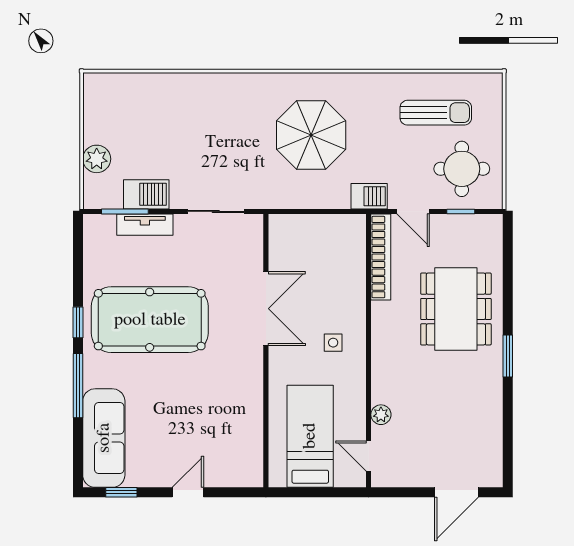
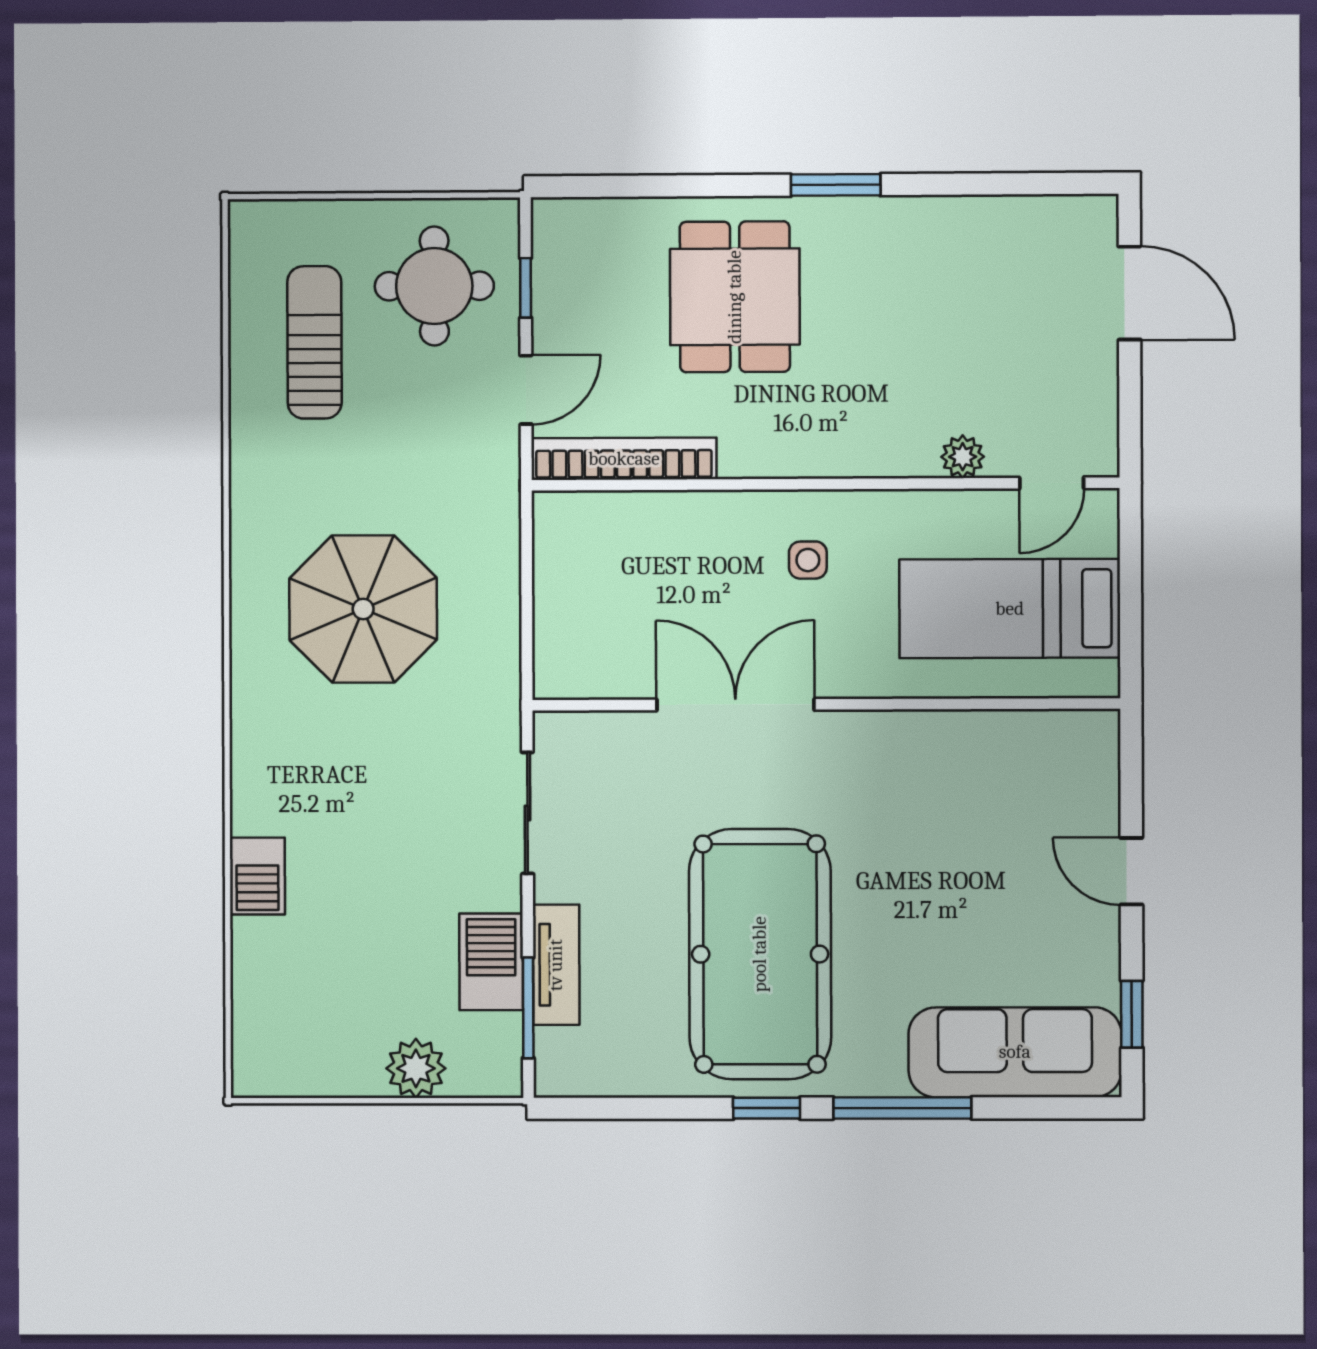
barbecue: (369, 196) -> (257, 876), moved, turned 180
dining table: (456, 309) -> (735, 297), width x0.73

